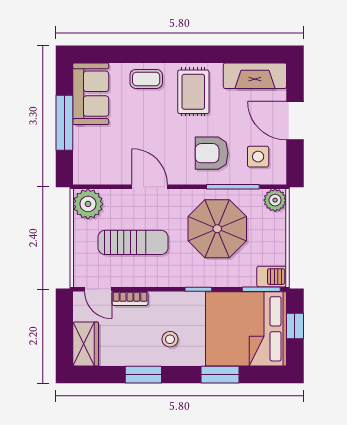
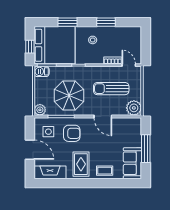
wardrobe: (86, 344) -> (135, 38), removed

